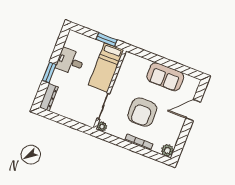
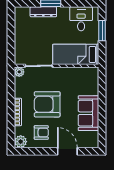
window: (107, 40) -> (102, 31), moved
desk: (70, 61) -> (81, 19), moved
dresser: (49, 97) -> (43, 12), moved
armchair: (166, 128) -> (41, 132), added

